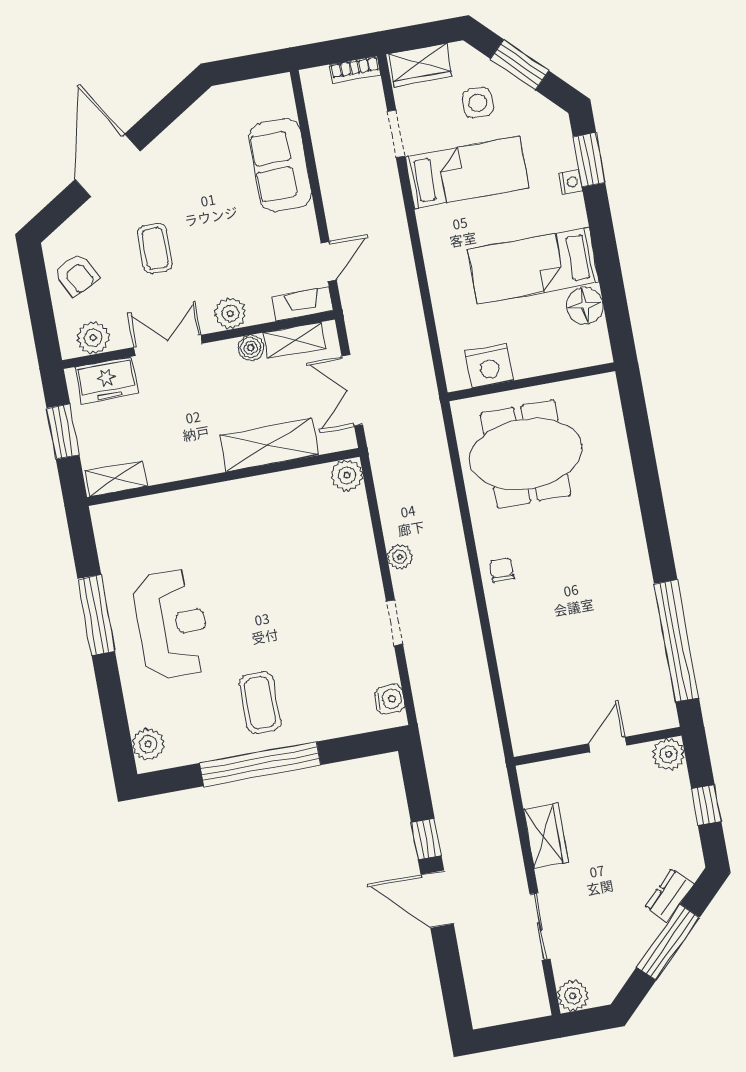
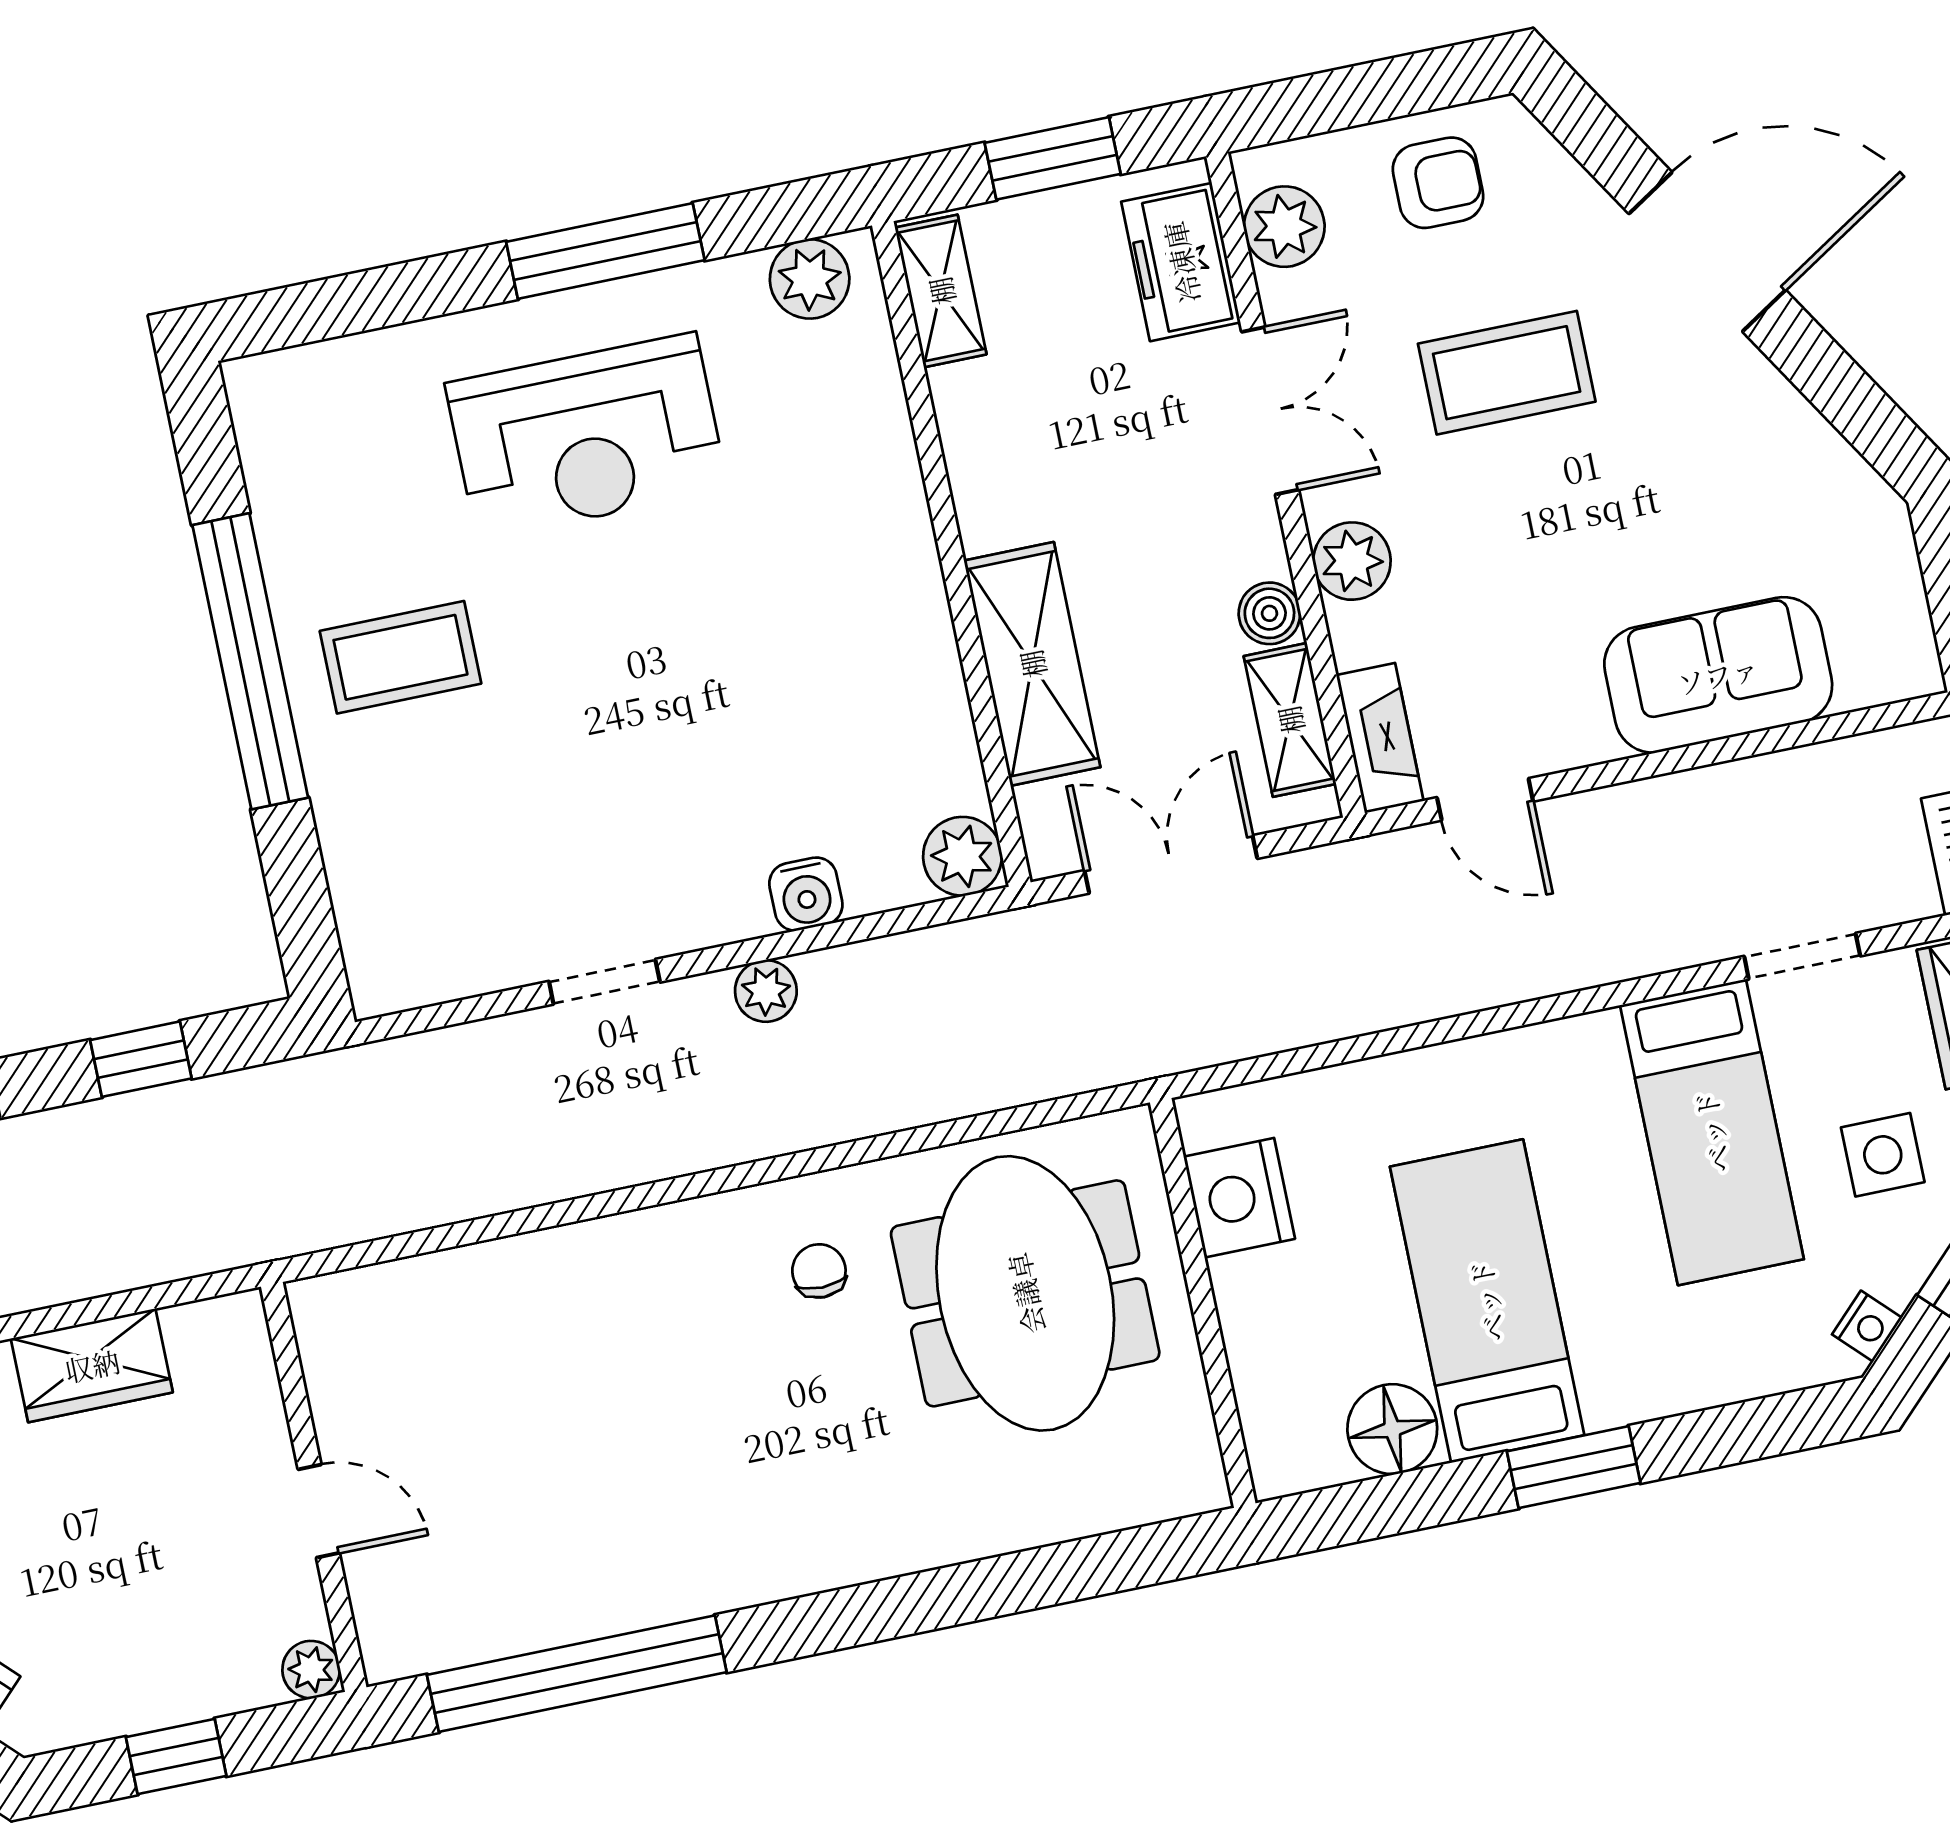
window: (589, 160) -> (1574, 1467), moved
nightstand: (571, 182) -> (1867, 1326), moved, turned -45
coffee table: (155, 248) -> (1507, 373), width x1.36, depth x1.30
armchair: (77, 275) -> (1438, 183), turned -153
chair: (502, 570) -> (819, 1271), moved, turned -90
water cooler: (390, 699) -> (806, 894), moved
plant: (148, 744) -> (810, 279), moved
plant: (669, 754) -> (311, 1670), width x0.73, depth x0.73
window: (426, 839) -> (141, 1059), moved

